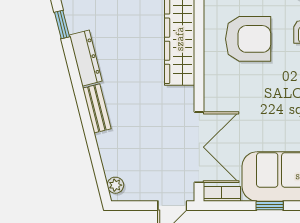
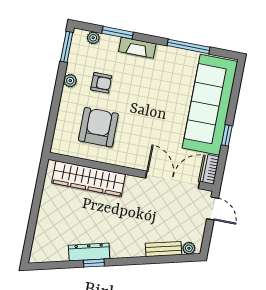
window: (62, 25) -> (94, 263), moved
bench: (97, 108) -> (163, 249), moved

